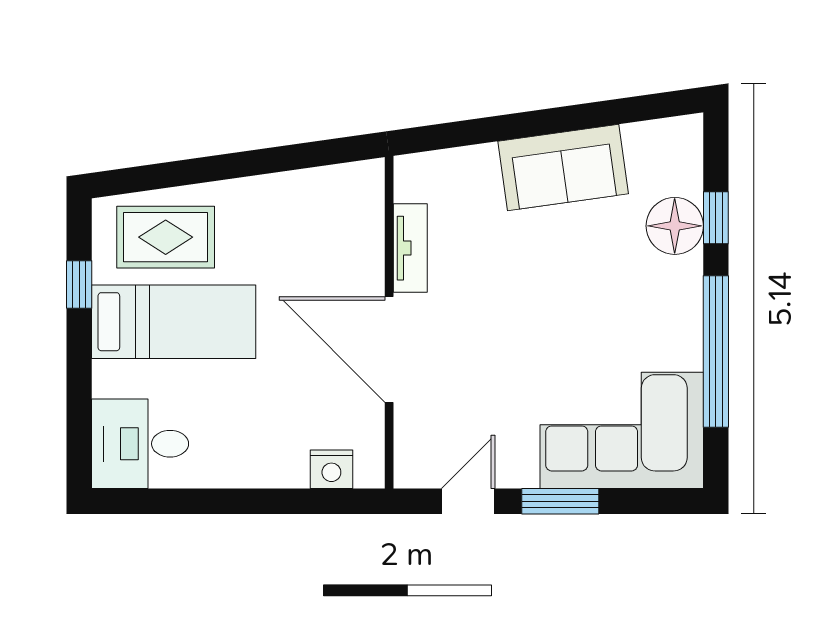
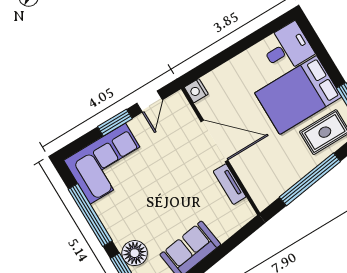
window: (250, 163) -> (310, 179), added
bed: (174, 322) -> (298, 95), width x1.50
nightstand: (331, 469) -> (196, 91), moved, turned -90

